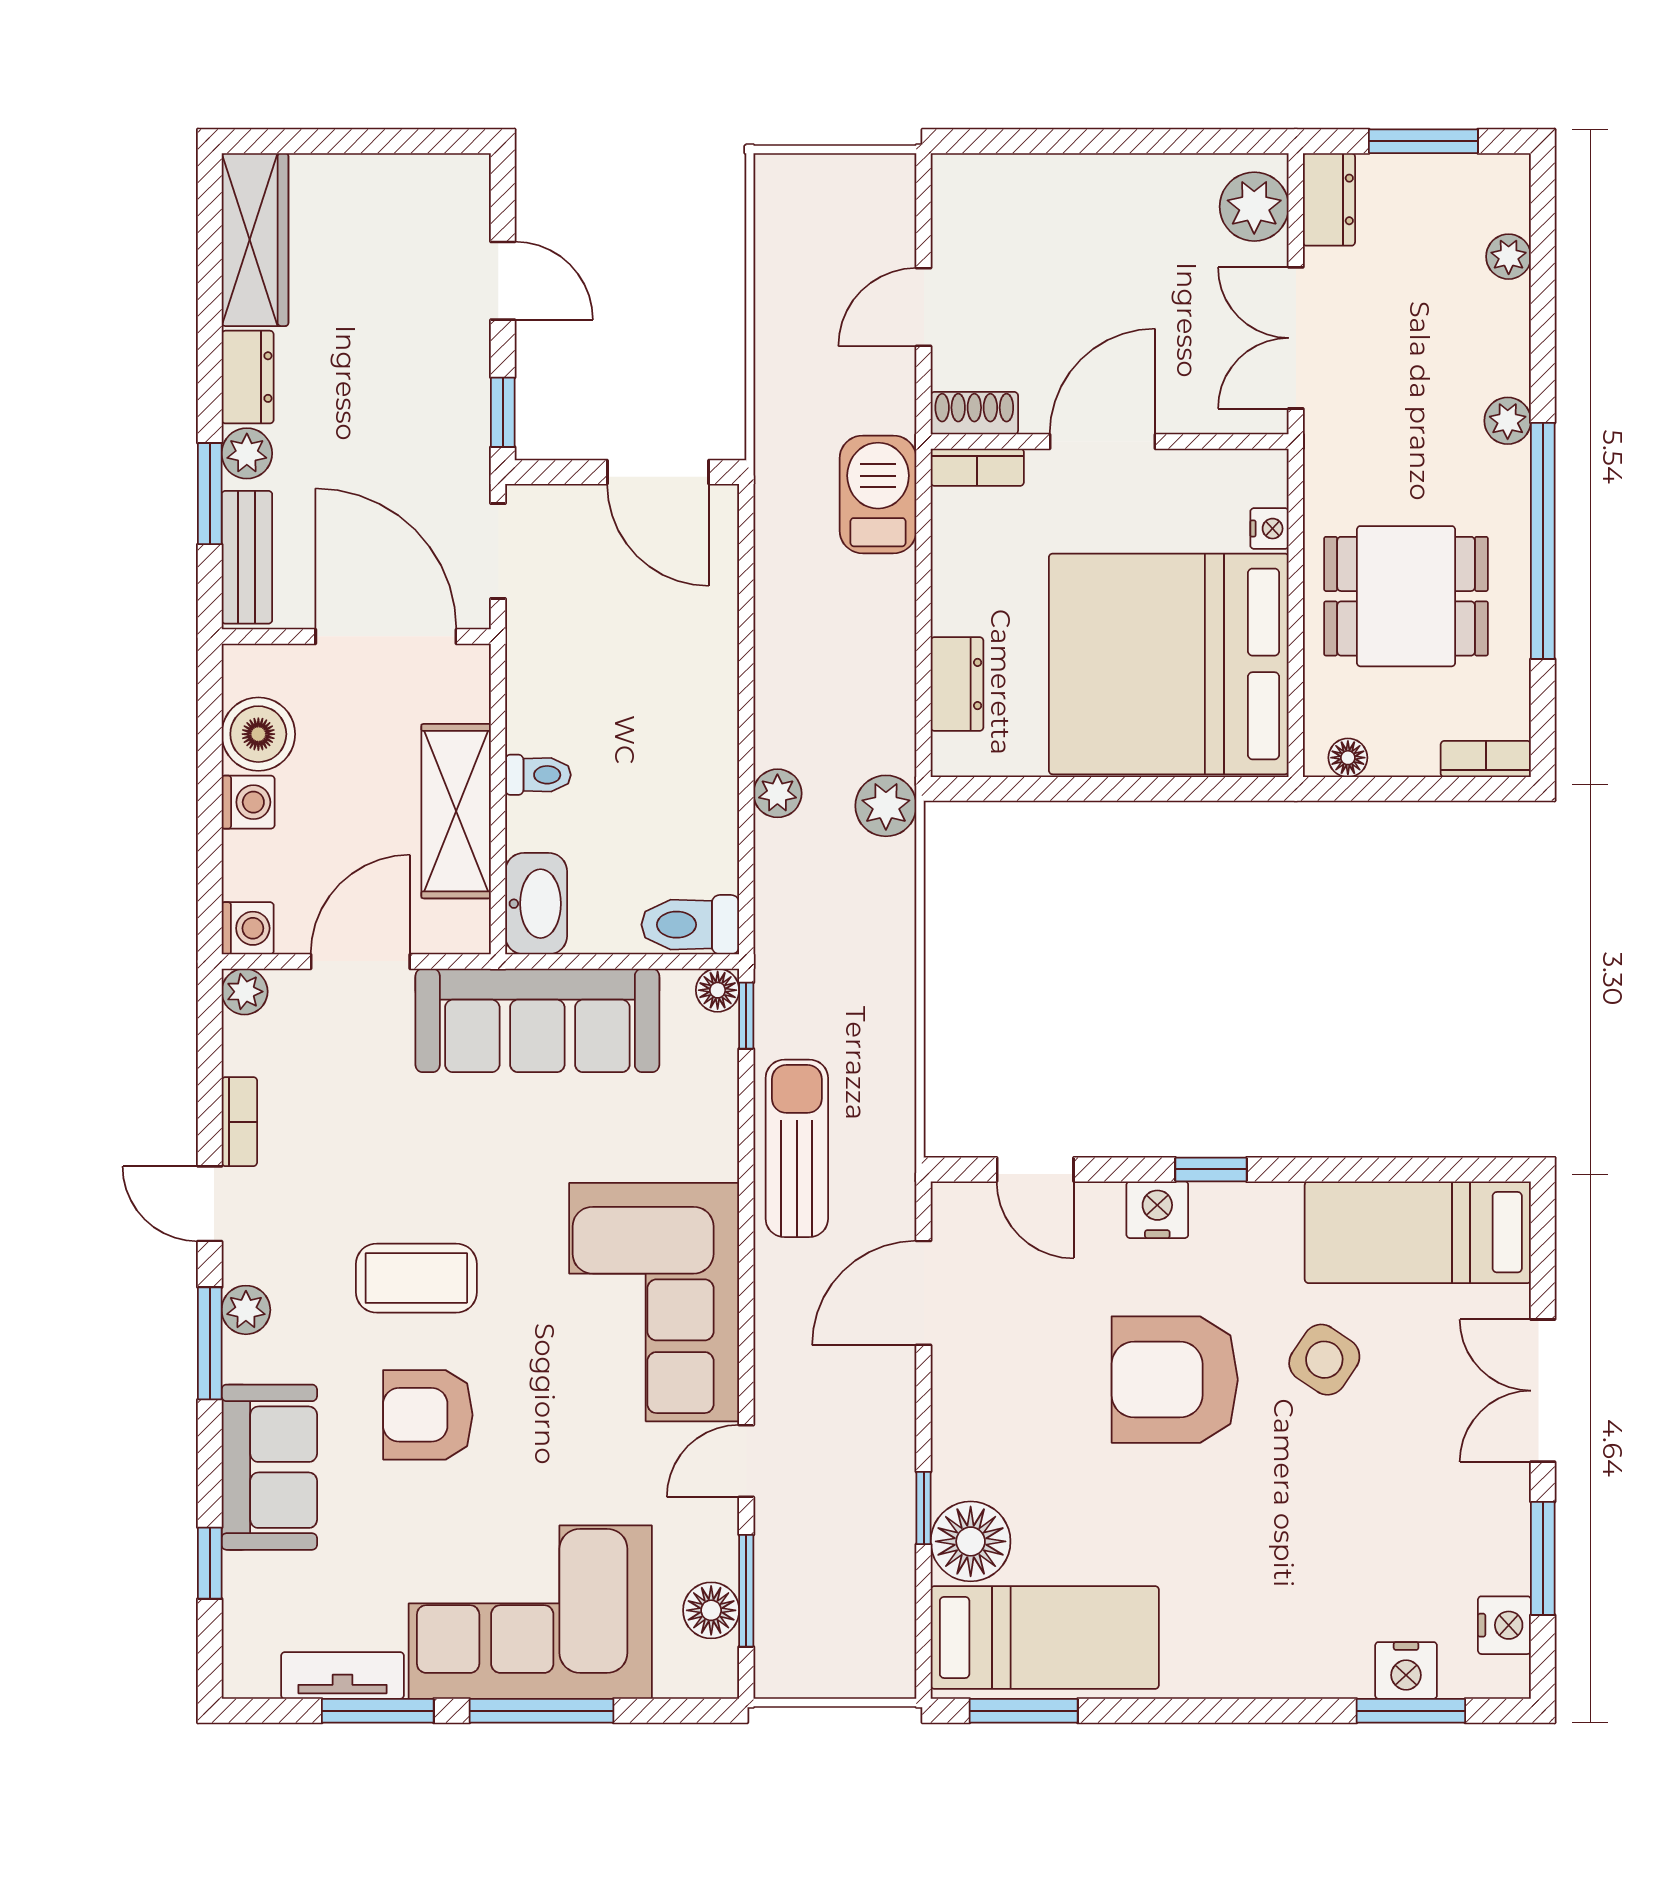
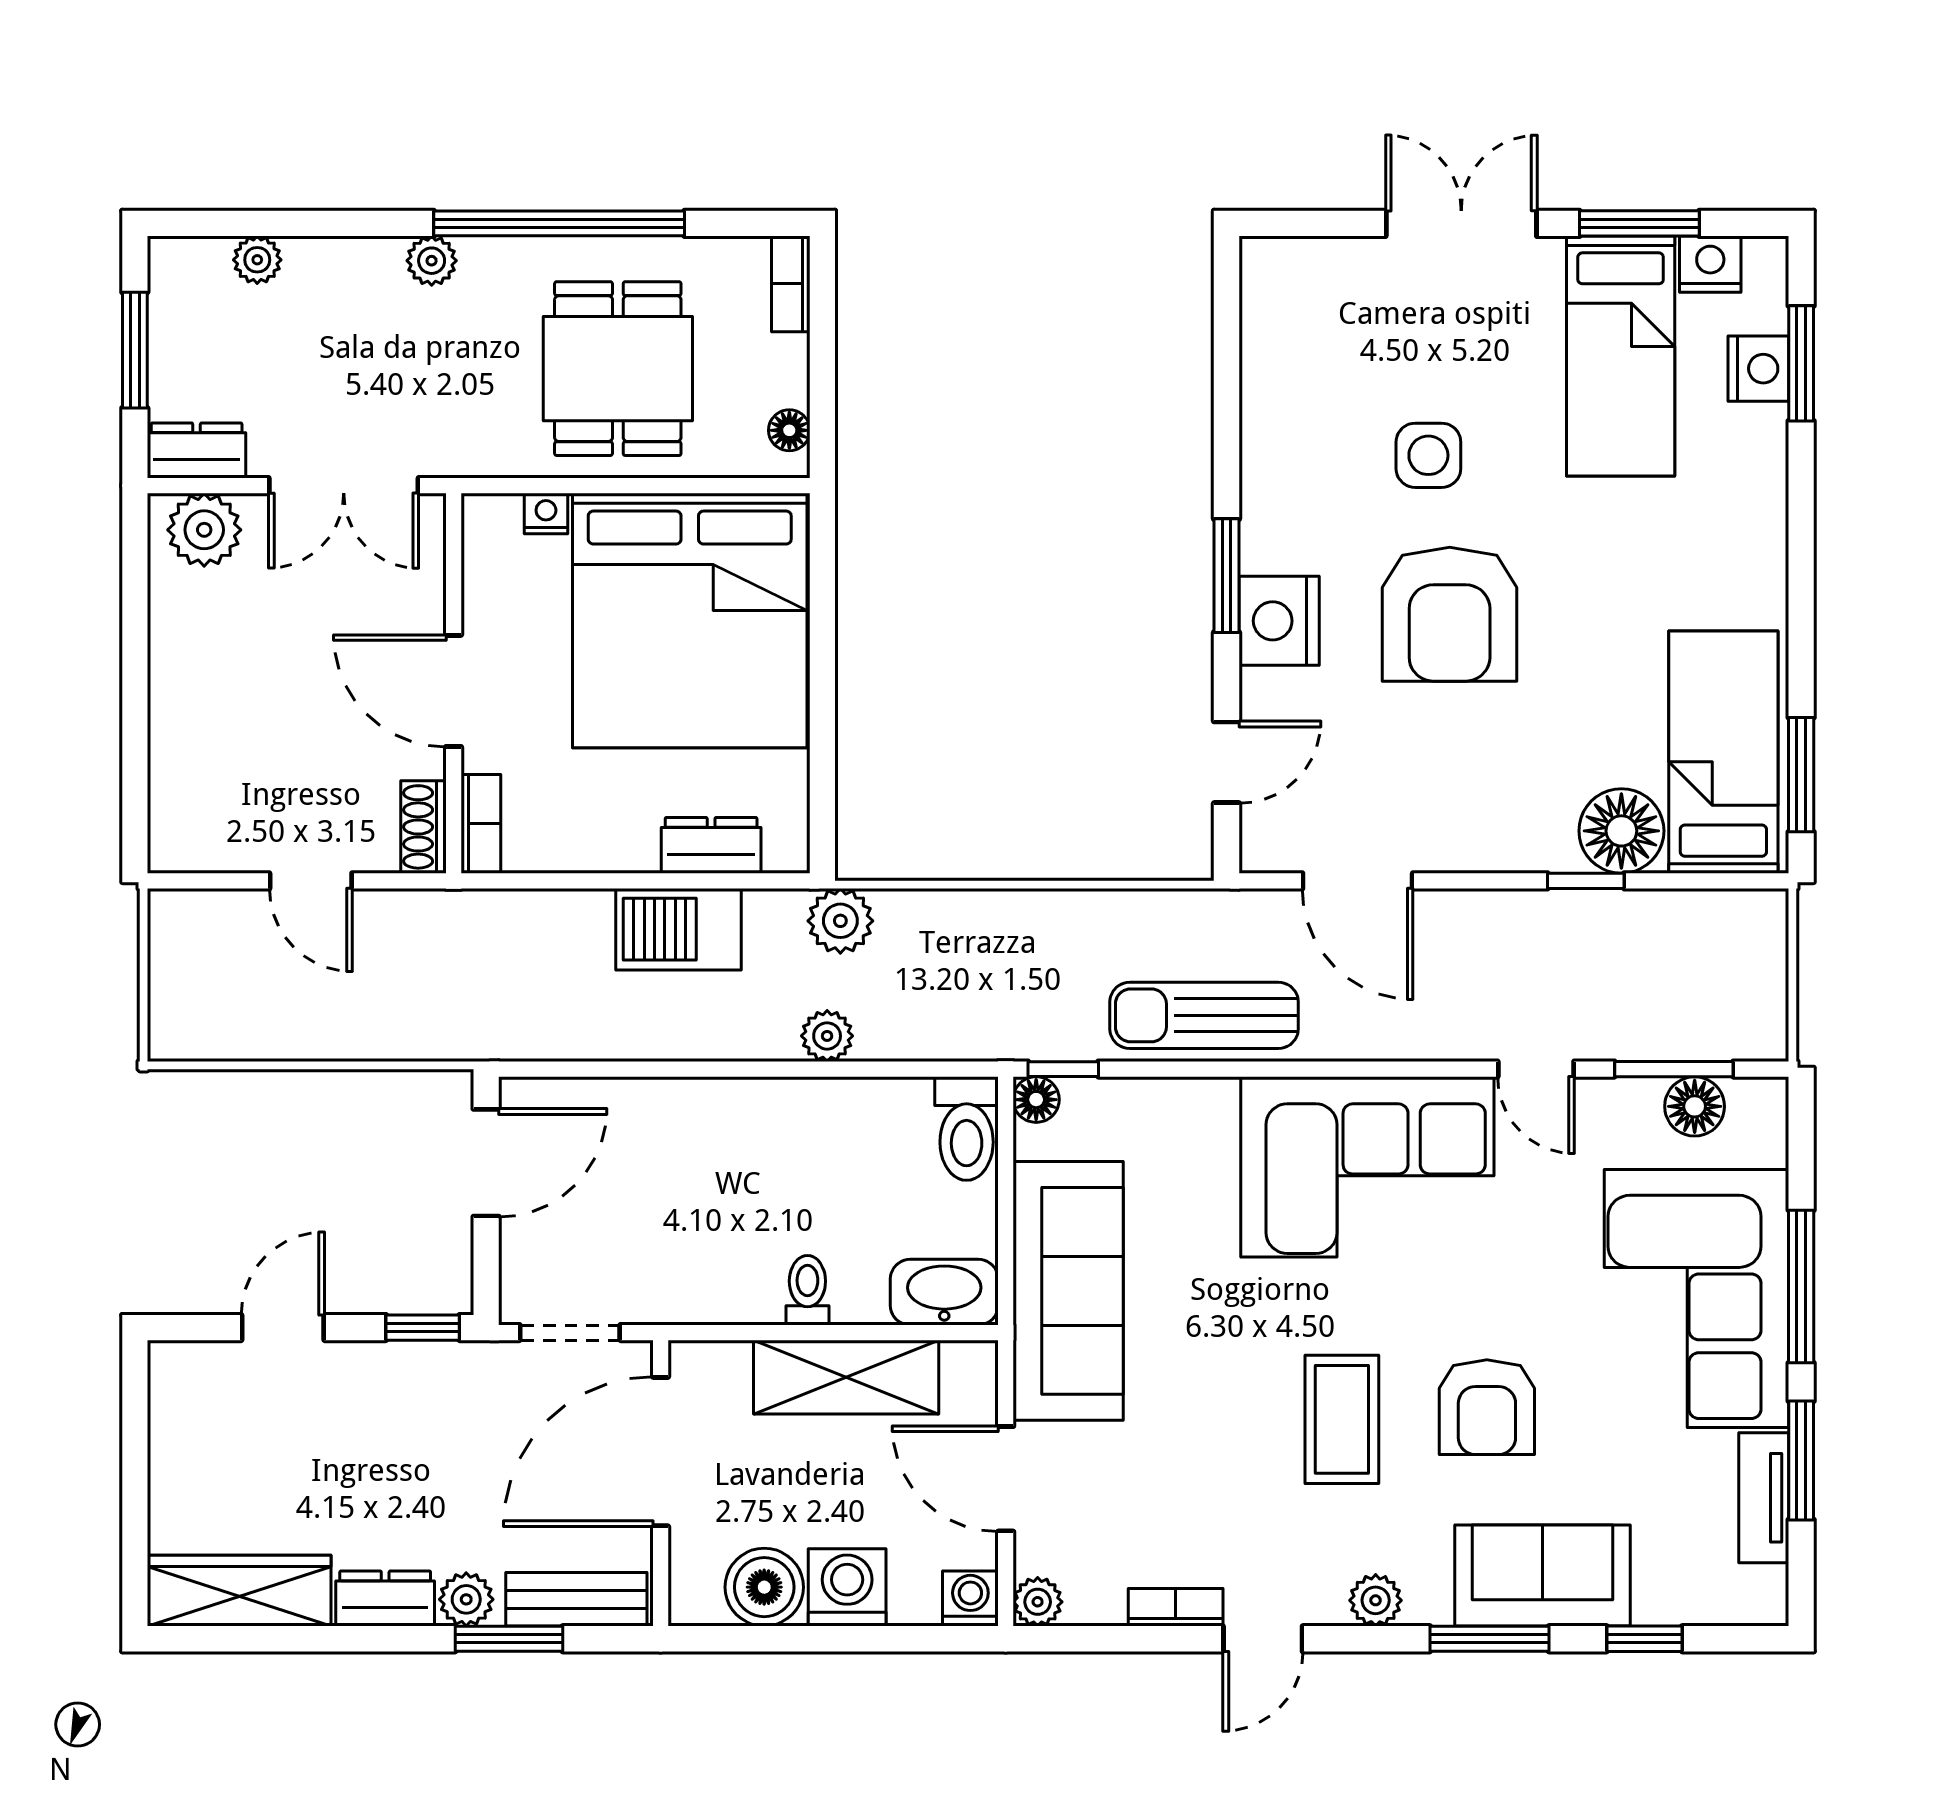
barbecue: (878, 494) -> (679, 929), moved
washing machine: (248, 802) -> (847, 1587), width x1.38, depth x1.38
window: (1211, 1169) -> (1226, 576), width x1.50
nightstand: (1157, 1210) -> (1279, 621), width x1.36, depth x1.33
bed: (1418, 1232) -> (1621, 356), moved
window: (210, 1343) -> (1489, 1639), moved
side table: (1324, 1360) -> (1428, 455), turned -34
double door: (1543, 1391) -> (1461, 223), swing flipped

